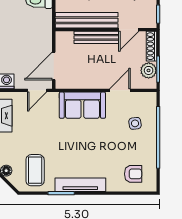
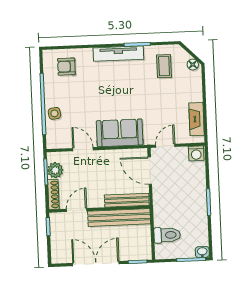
bench: (96, 37) -> (127, 200), moved
door: (54, 66) -> (150, 171), swing flipped
door: (120, 90) -> (83, 149), swing flipped
side table: (135, 123) -> (54, 113), moved
coffee table: (35, 170) -> (164, 66), width x0.73, depth x0.77

